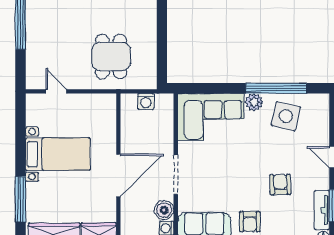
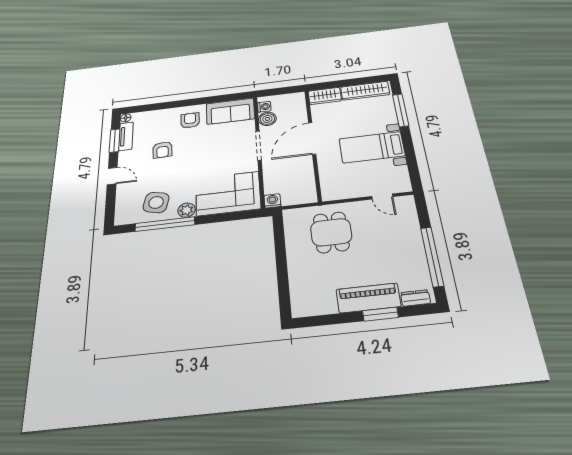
washing machine: (146, 101) -> (272, 201), moved

